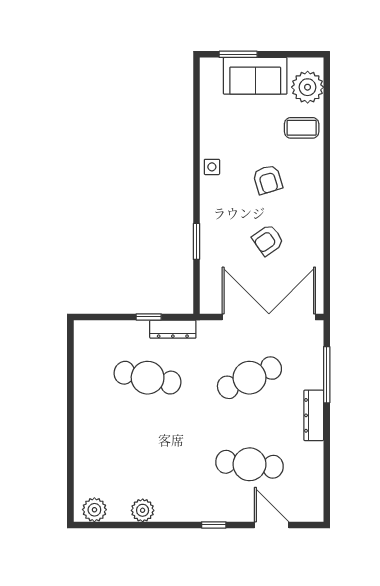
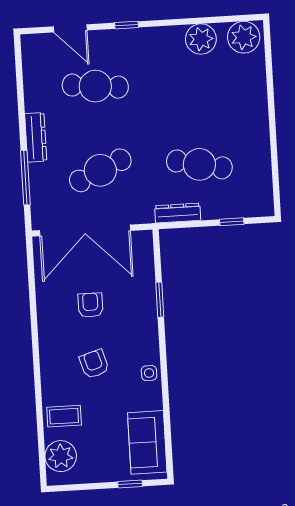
window: (238, 54) -> (130, 484), width x0.67
sofa: (255, 76) -> (147, 442), moved, turned -90
armchair: (268, 240) -> (90, 305), turned -55
window: (149, 317) -> (232, 222), moved
plant: (94, 510) -> (244, 37), width x1.36, depth x1.36
plant: (143, 510) -> (201, 39), width x1.36, depth x1.36

